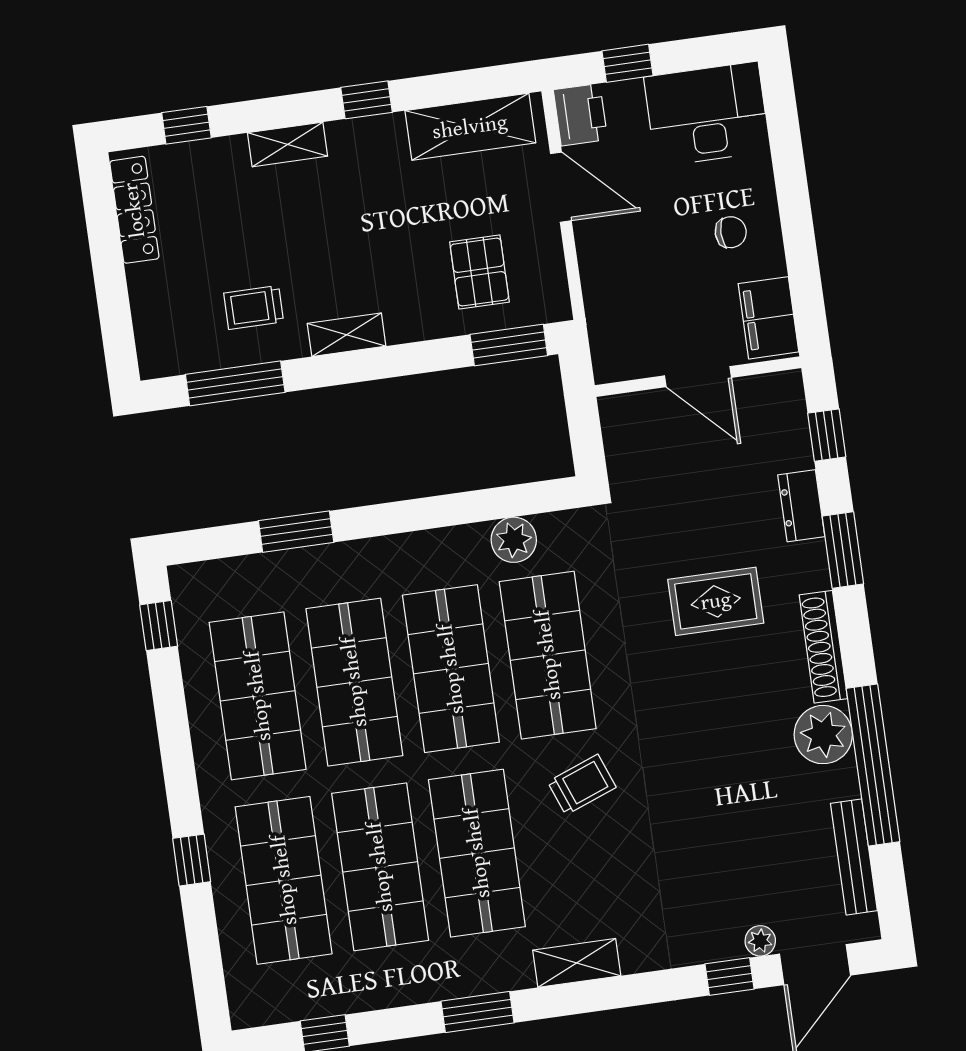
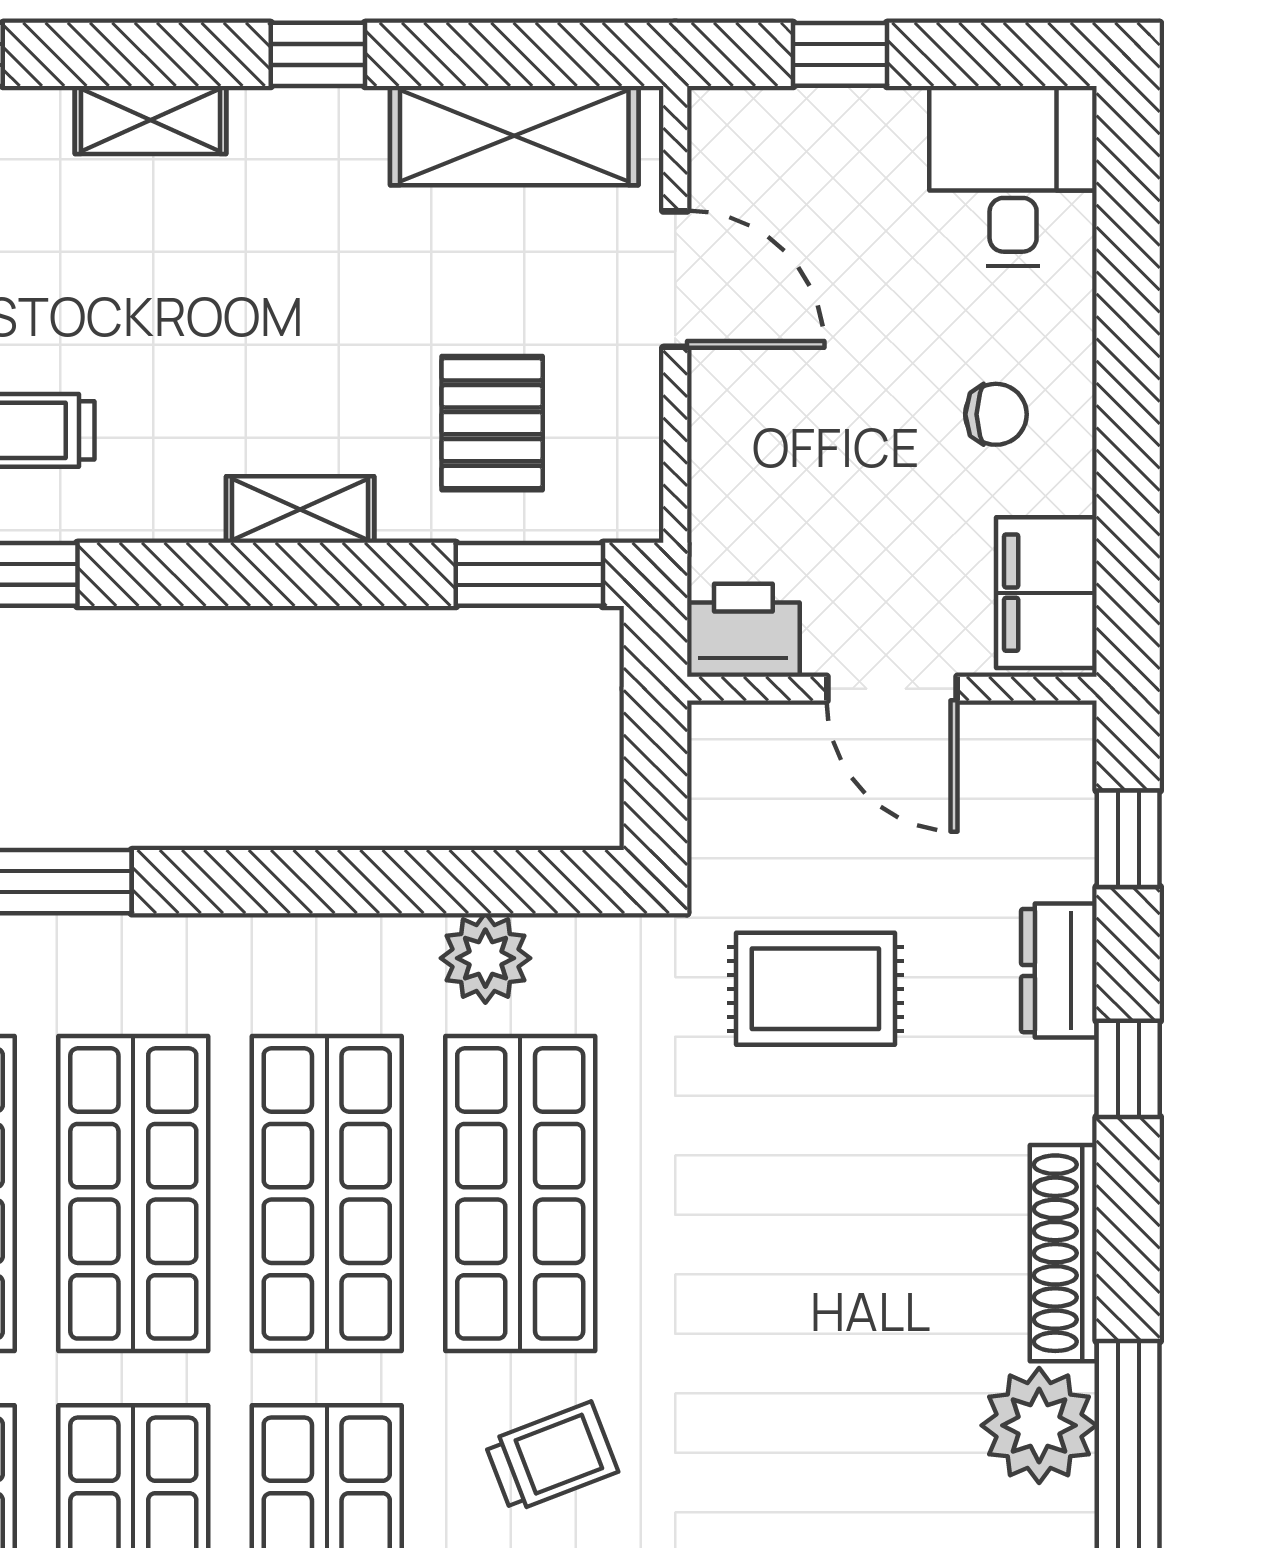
desk: (707, 114) -> (1013, 176), width x0.73
printer: (580, 115) -> (743, 630), moved, turned -90
shelving: (347, 335) -> (300, 510), moved
window: (843, 550) -> (1128, 1069), width x0.67
rug: (716, 601) -> (815, 989), moved

